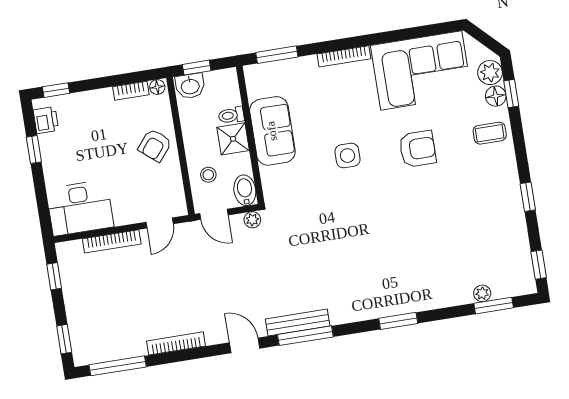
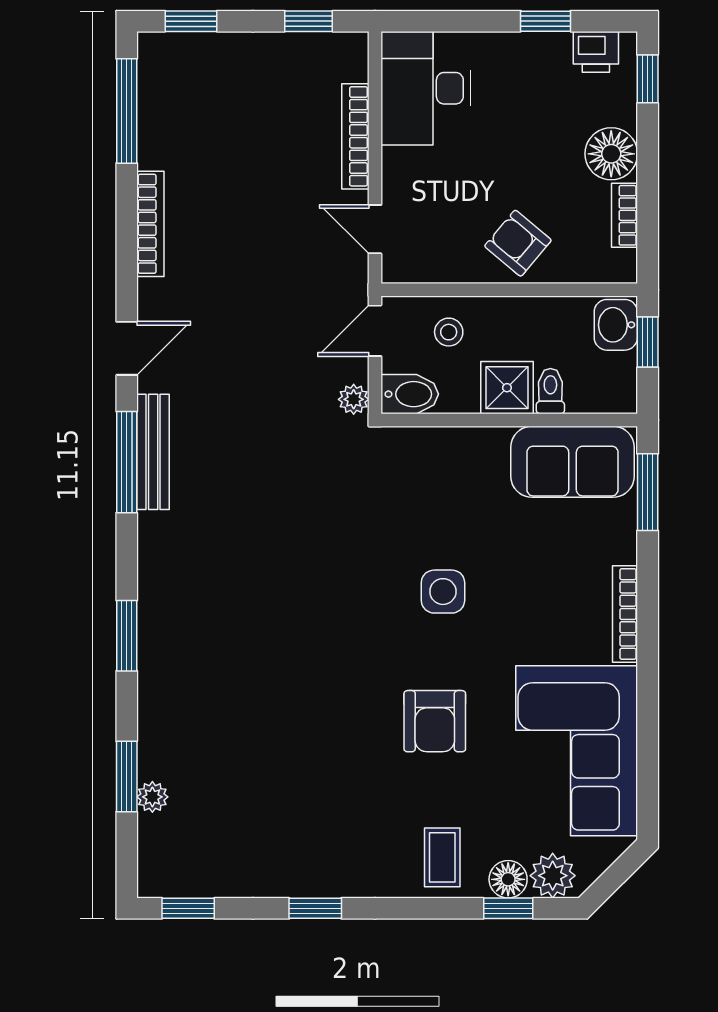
floor lamp: (157, 87) -> (611, 154), moved, width x1.89, depth x1.89
sofa: (272, 131) -> (573, 462), moved
window: (494, 306) -> (127, 777), moved

